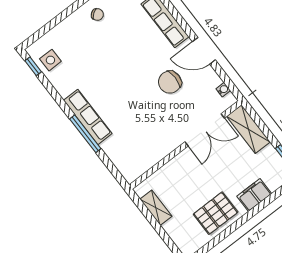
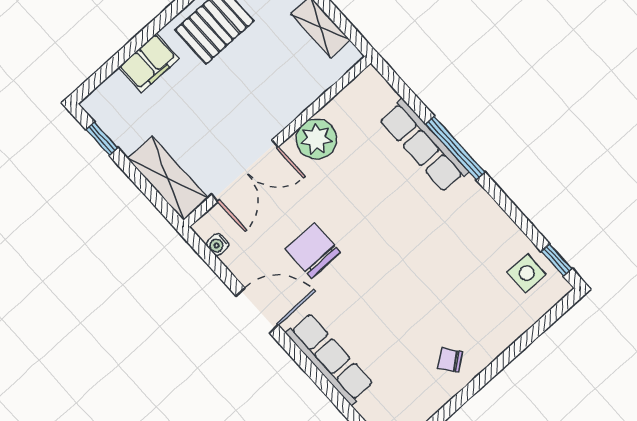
chair: (170, 82) -> (313, 251), turned -90
row of seats: (88, 117) -> (424, 145), moved
double door: (205, 130) -> (245, 171), swing flipped
plant: (163, 145) -> (316, 139), added

